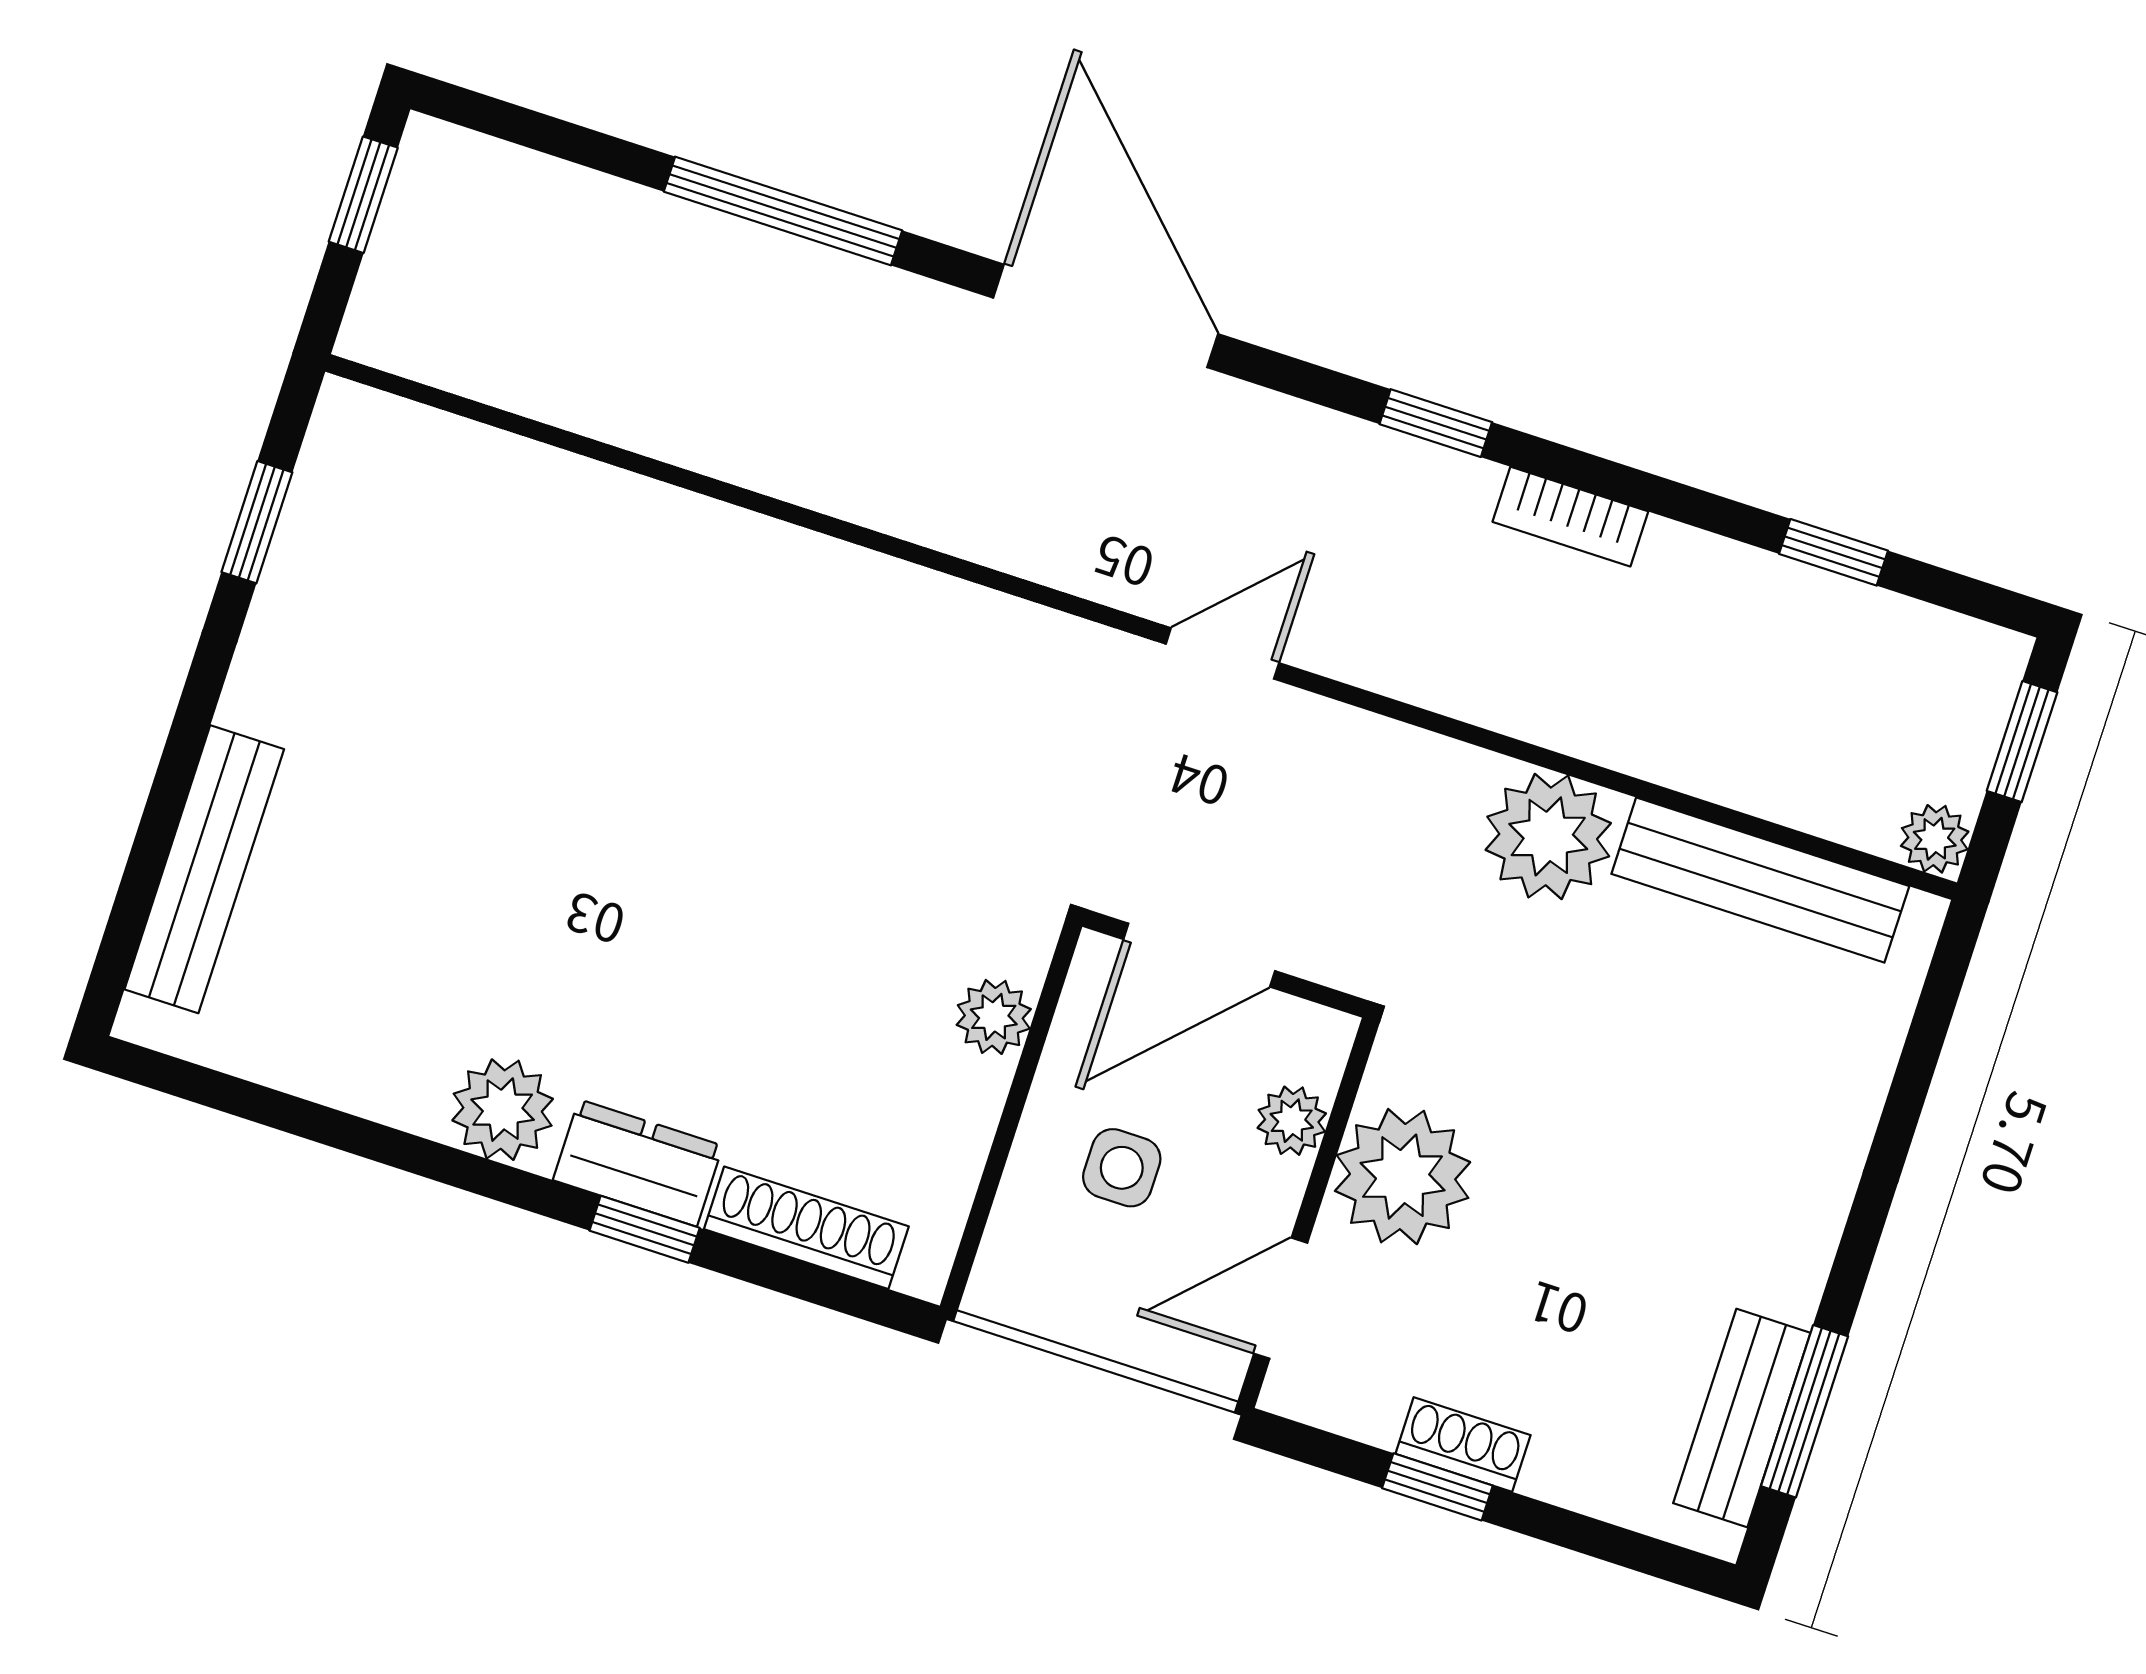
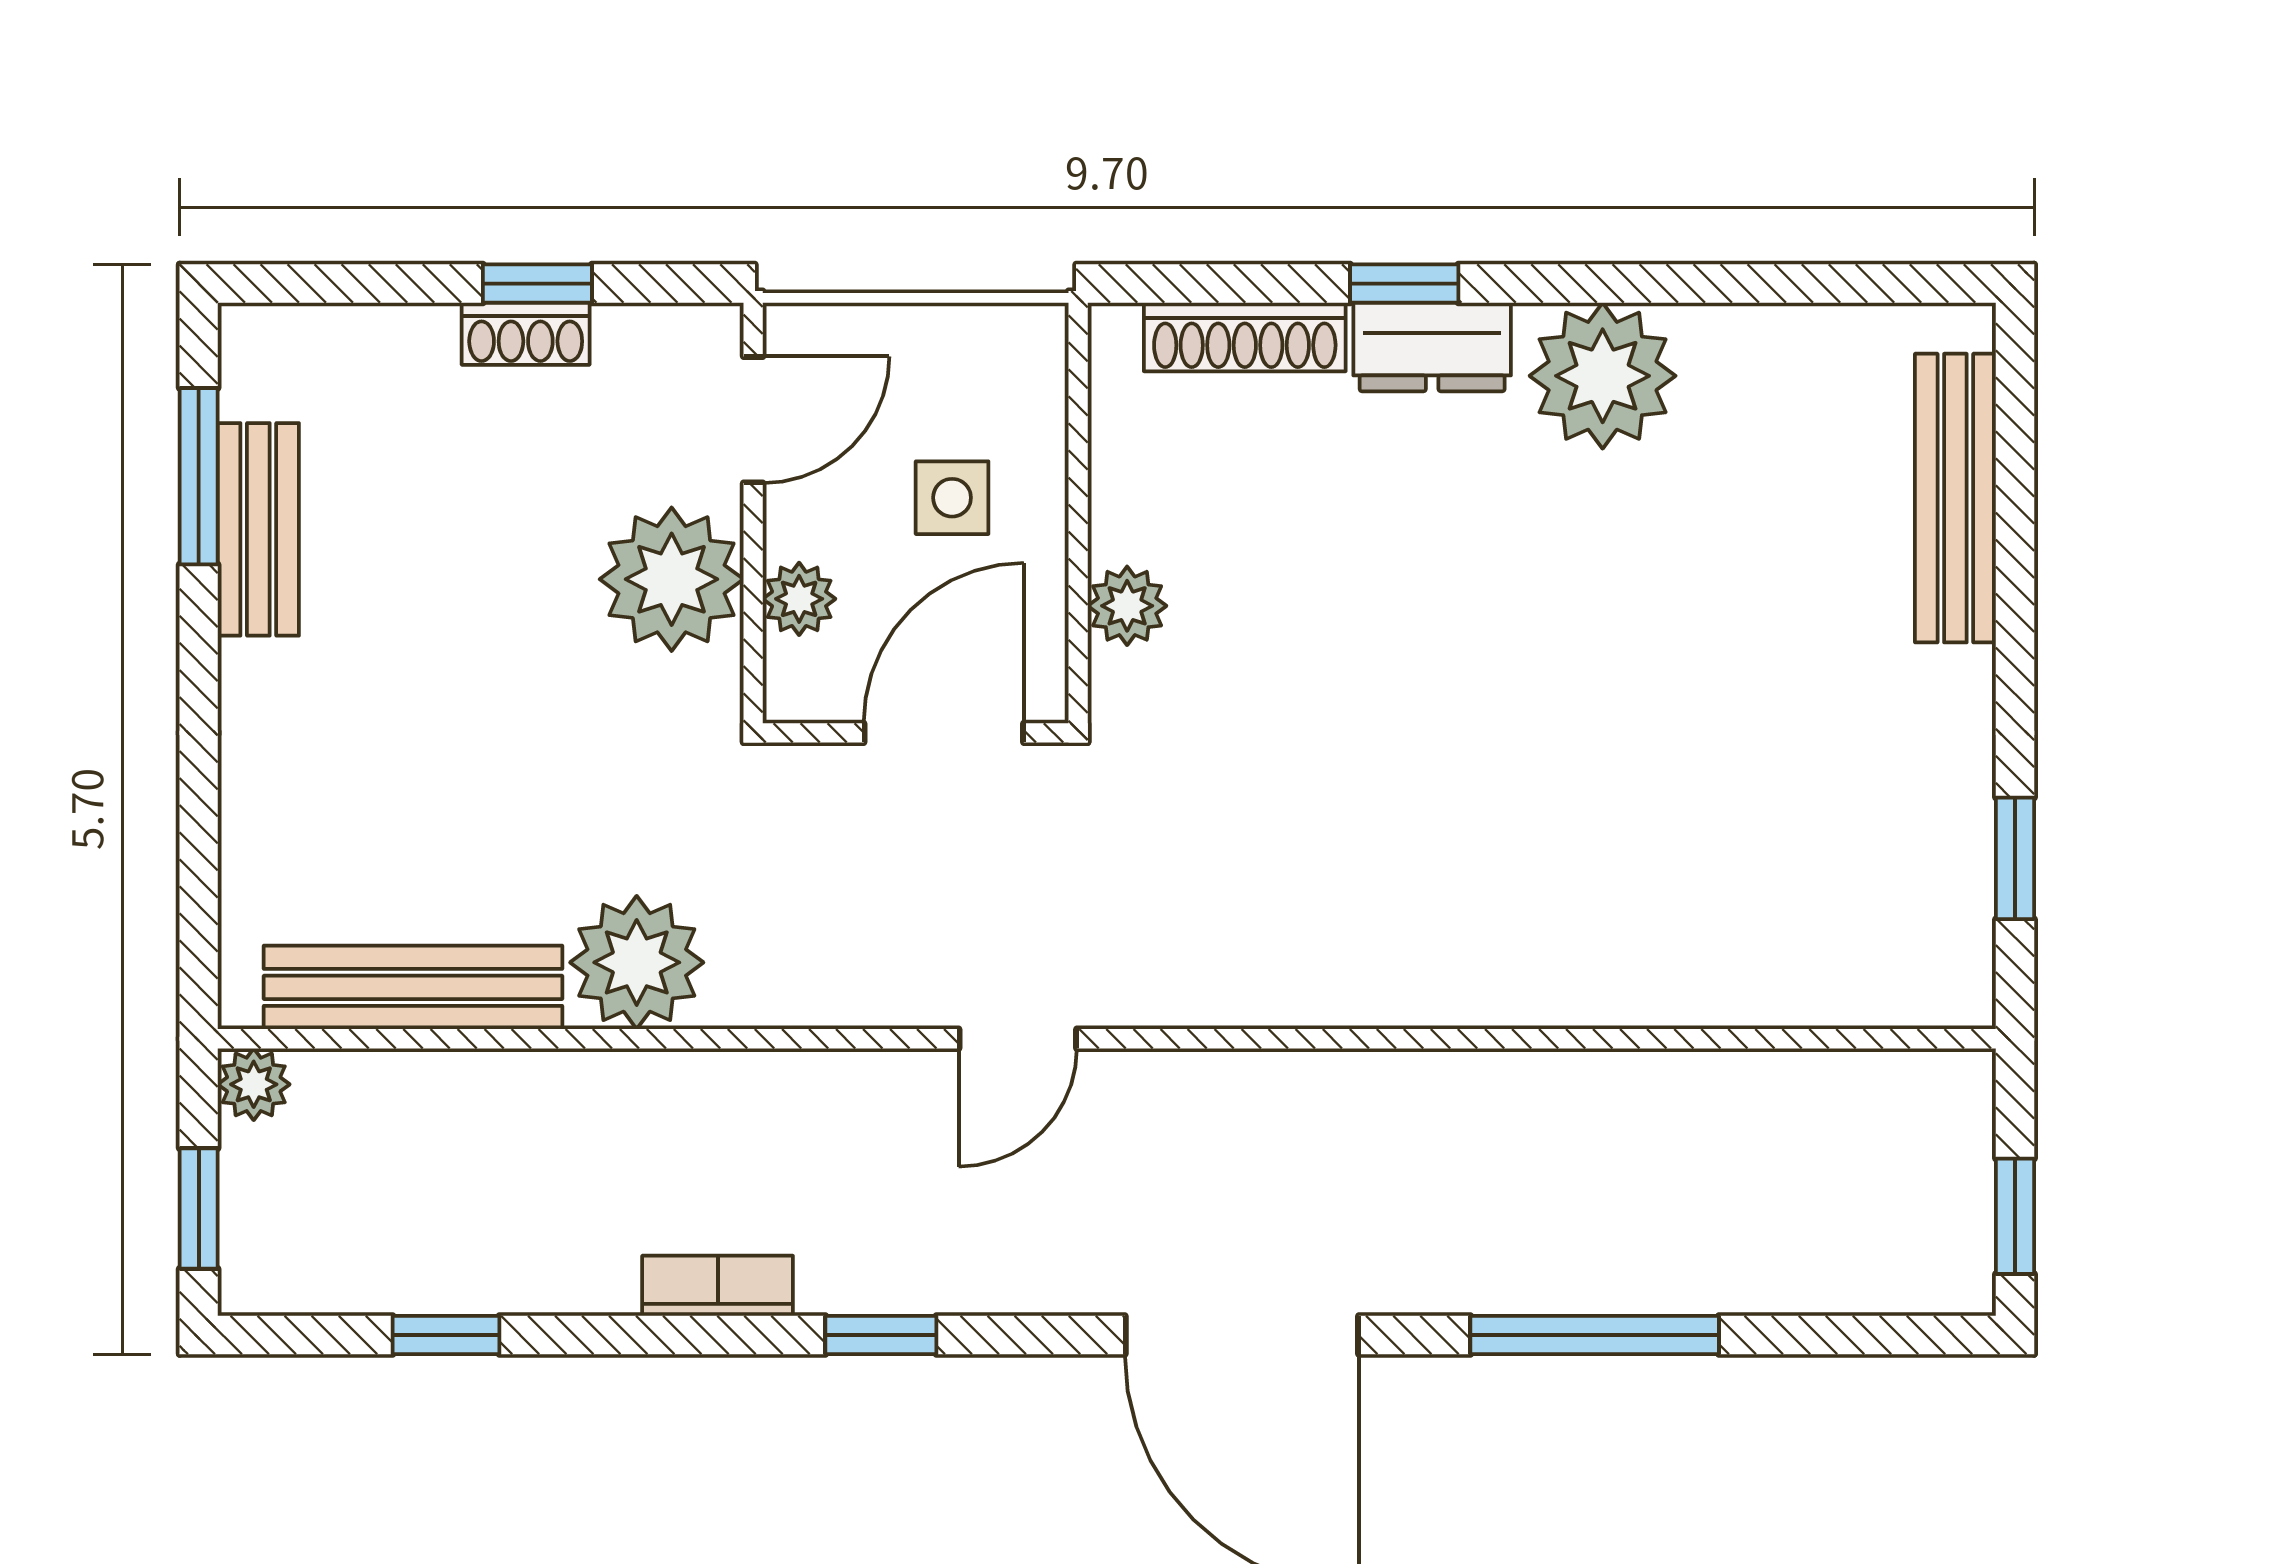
plant: (503, 1110) -> (1603, 376), width x1.36, depth x1.36
bench: (1742, 1418) -> (258, 529), moved

